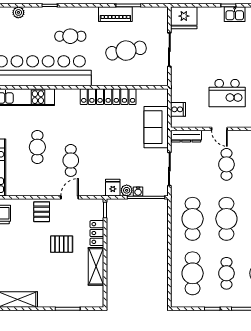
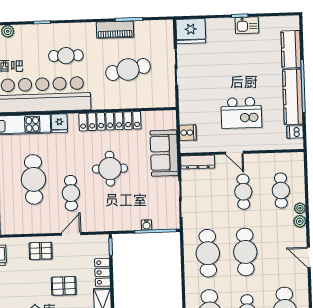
round table: (107, 140) -> (110, 169), added
cafe table: (37, 147) -> (34, 179), width x1.37, depth x1.35
fridge: (113, 188) -> (59, 123), moved, turned 180
plant: (127, 190) -> (134, 224), removed
pallet: (42, 212) -> (41, 251), turned 90

